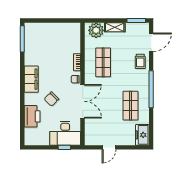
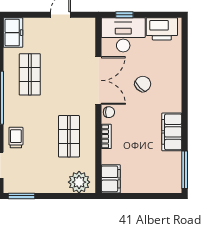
shelving: (115, 27) -> (52, 186), removed
filing cabinet: (74, 33) -> (111, 179), added
filing cabinet: (31, 79) -> (172, 132), moved
double door: (83, 101) -> (98, 80), swing flipped
printer: (32, 116) -> (162, 29), moved, turned -90

